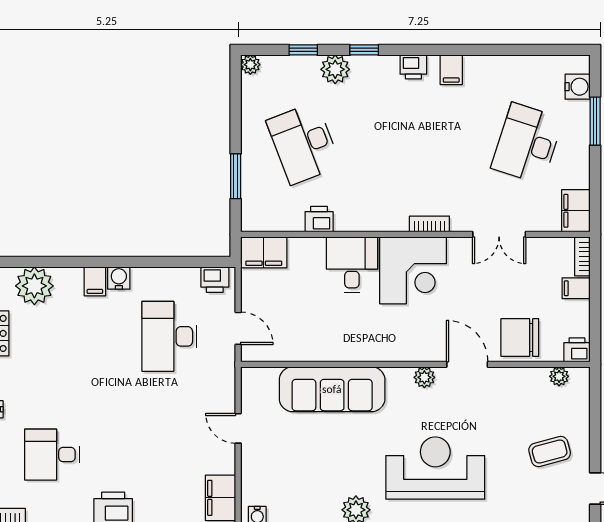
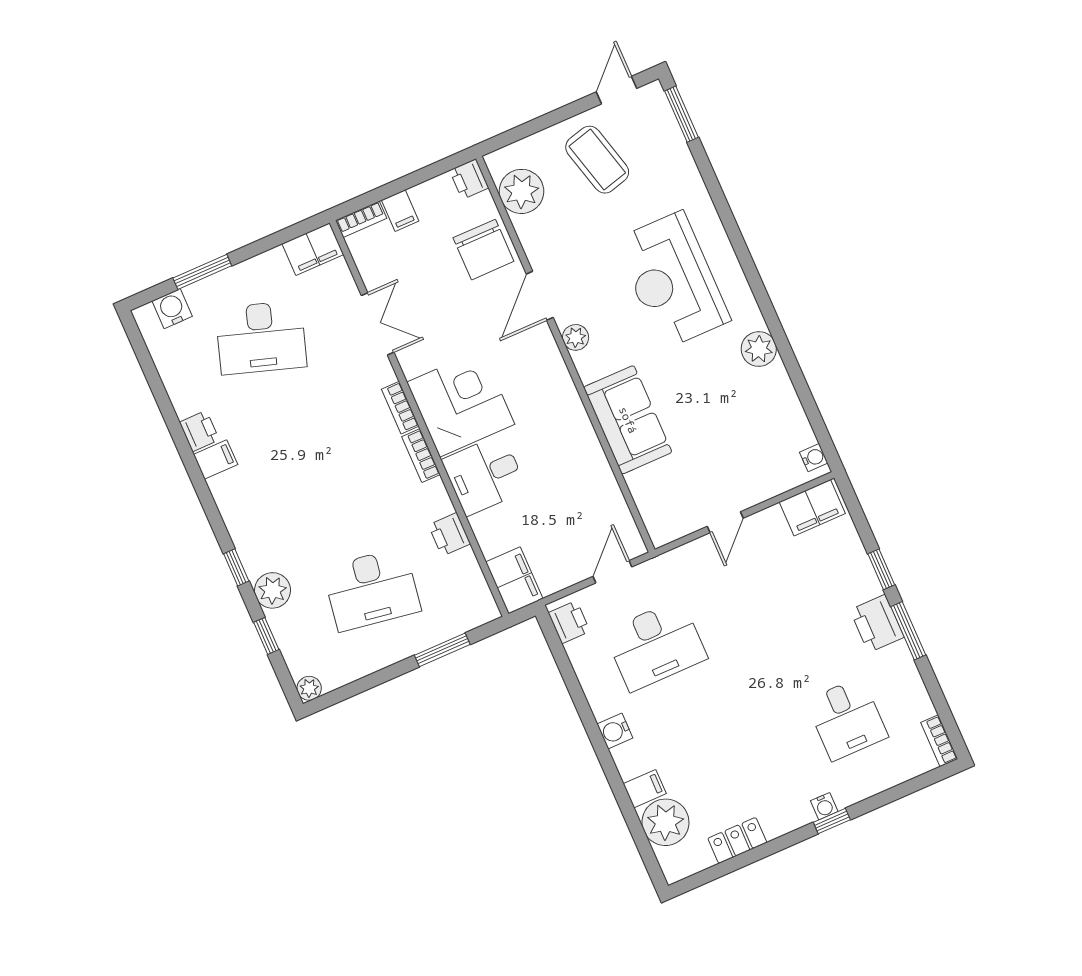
printer: (413, 67) -> (199, 431), moved
desk: (304, 143) -> (372, 589), turned 30
bookcase: (387, 224) -> (421, 456), added
filing cabinet: (95, 281) -> (645, 789), moved
plant: (559, 376) -> (522, 191), width x1.87, depth x1.87
sofa: (332, 389) -> (628, 420), width x0.73
coffee table: (550, 452) -> (597, 160), width x1.36, depth x1.30

